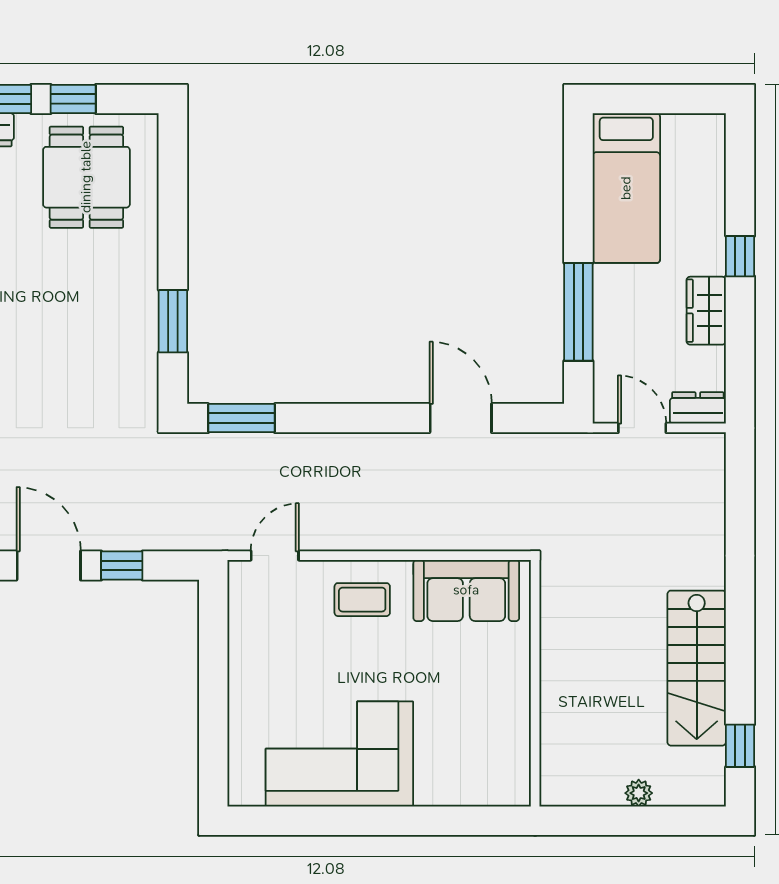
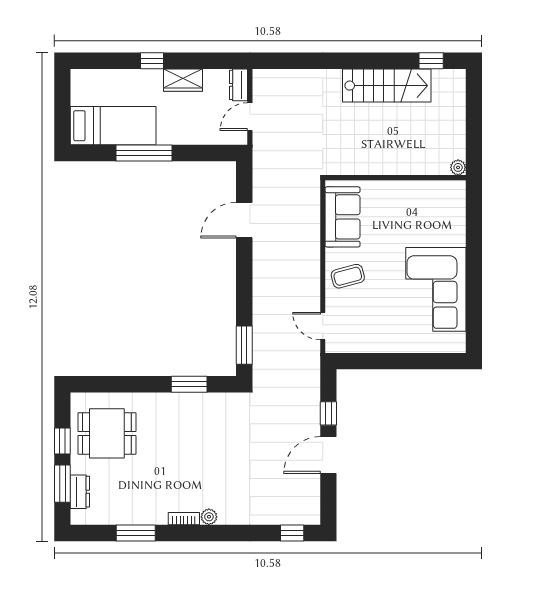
window: (578, 312) -> (144, 153), moved
coffee table: (362, 600) -> (348, 276), turned 75
plant: (639, 793) -> (458, 167), moved

